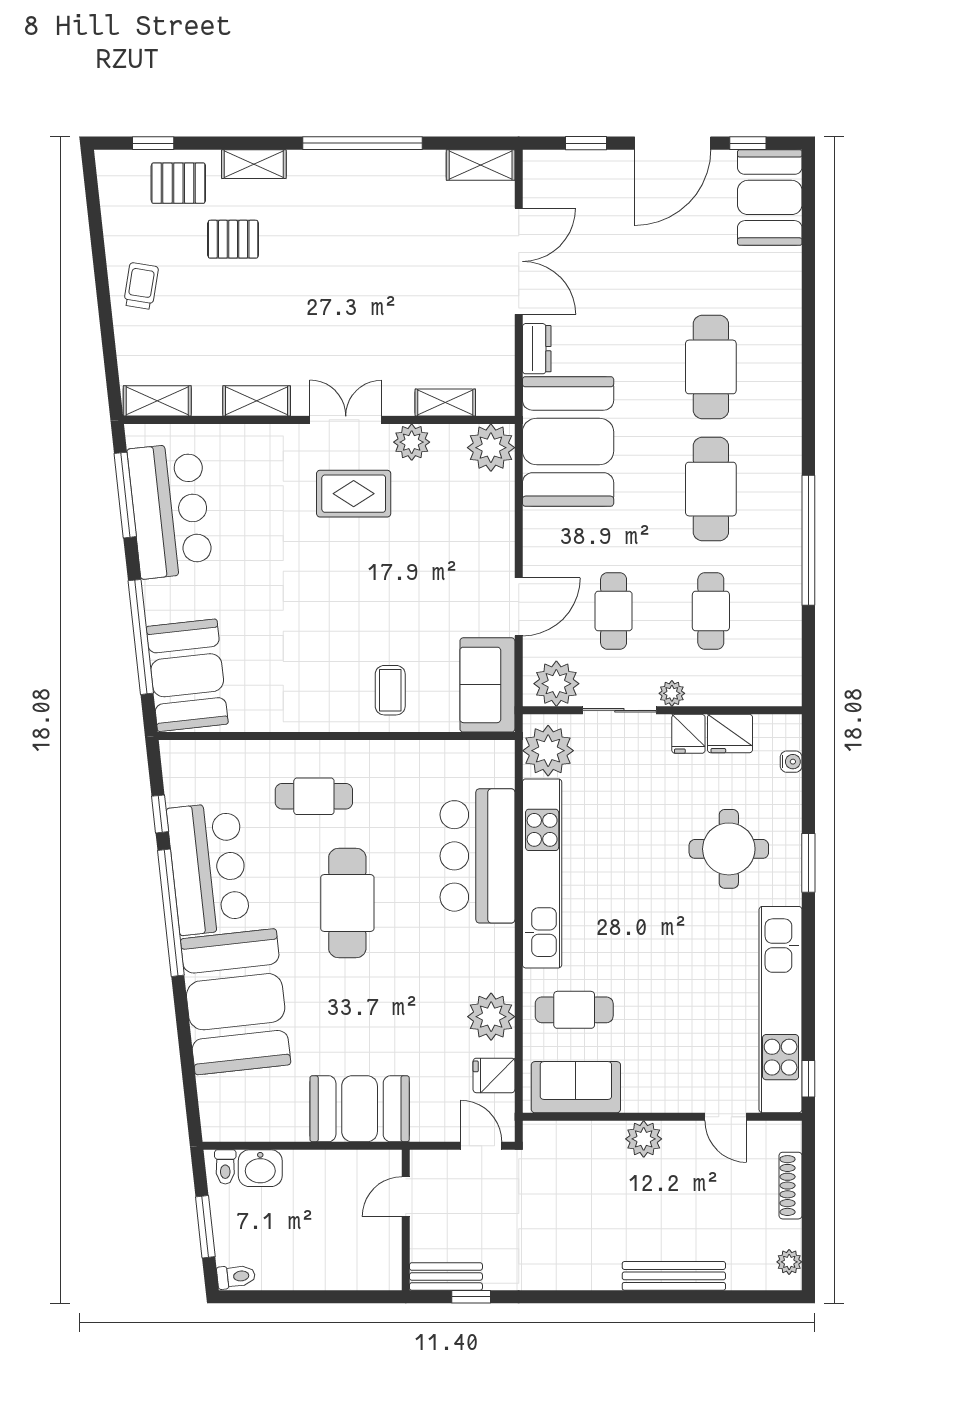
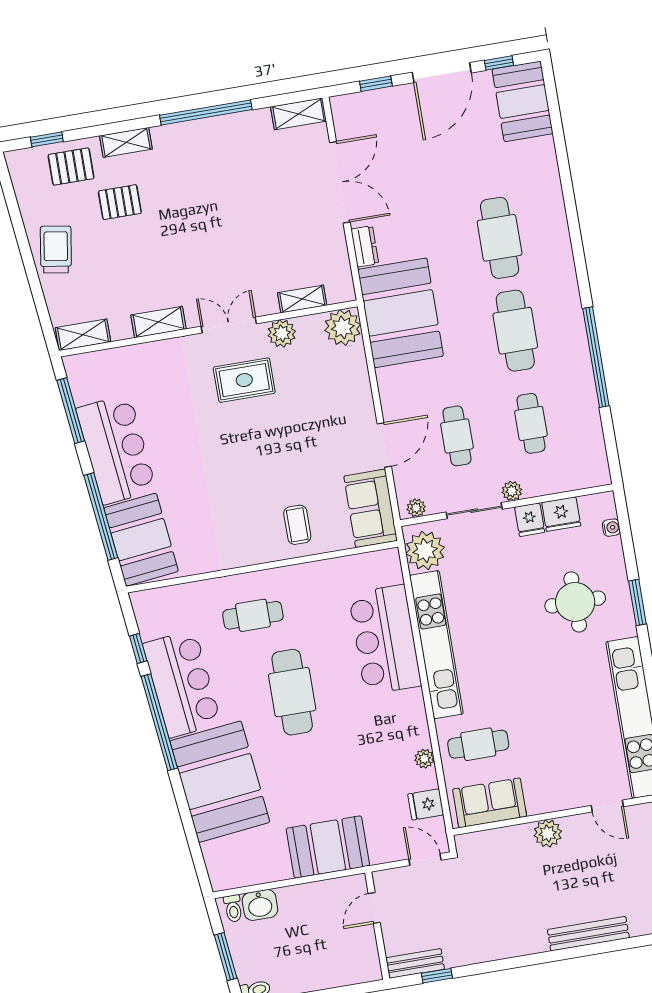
trolley: (141, 286) -> (56, 250), width x1.36, depth x1.39
bar counter: (170, 510) -> (116, 449), moved
plant: (556, 684) -> (416, 508), width x0.53, depth x0.53
plant: (491, 1017) -> (424, 759), width x0.53, depth x0.53

